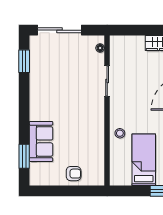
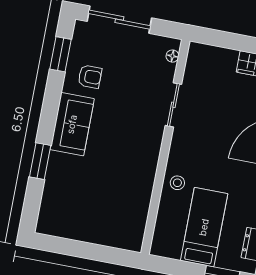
sofa: (41, 141) -> (72, 124), moved
window: (24, 156) -> (40, 161), moved
armchair: (74, 174) -> (90, 77), moved

